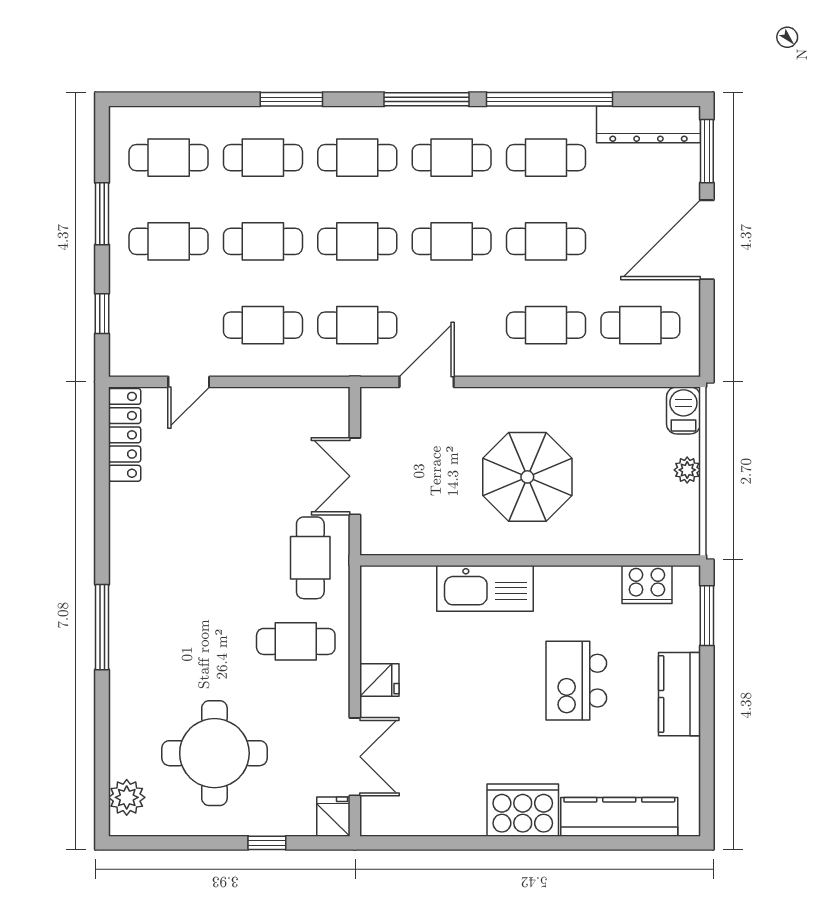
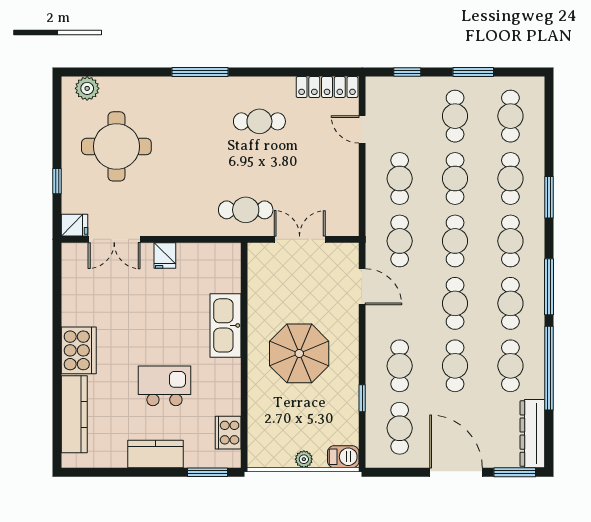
window: (595, 382) -> (362, 398), added
cafe table: (296, 641) -> (259, 121), moved, turned 90

